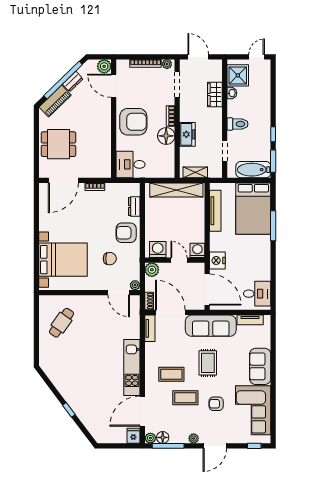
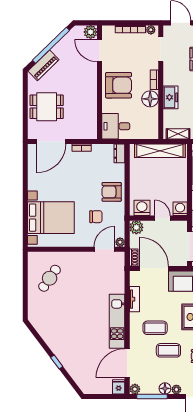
dresser: (73, 82) -> (60, 47), removed
dresser: (134, 207) -> (119, 153), moved
door: (119, 293) -> (105, 249), swing flipped
tv unit: (150, 328) -> (134, 299), moved
floor lamp: (163, 437) -> (165, 388), moved

